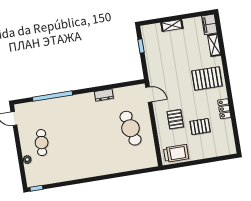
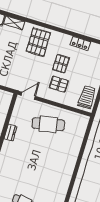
locker: (224, 109) -> (80, 43), moved
pallet: (200, 127) -> (61, 64), moved

